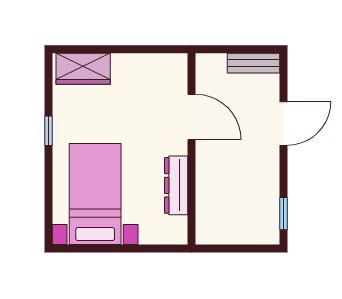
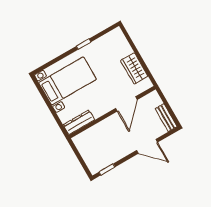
wardrobe: (83, 69) -> (134, 68), moved
dresser: (176, 185) -> (79, 122), moved

